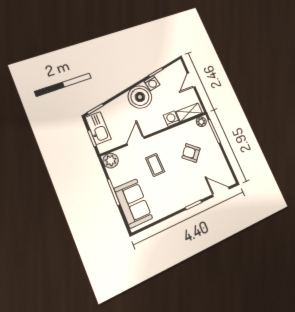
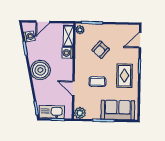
door: (191, 80) -> (43, 22), hinge flipped
washing machine: (152, 83) -> (29, 36), moved
rug: (175, 193) -> (124, 76), added

